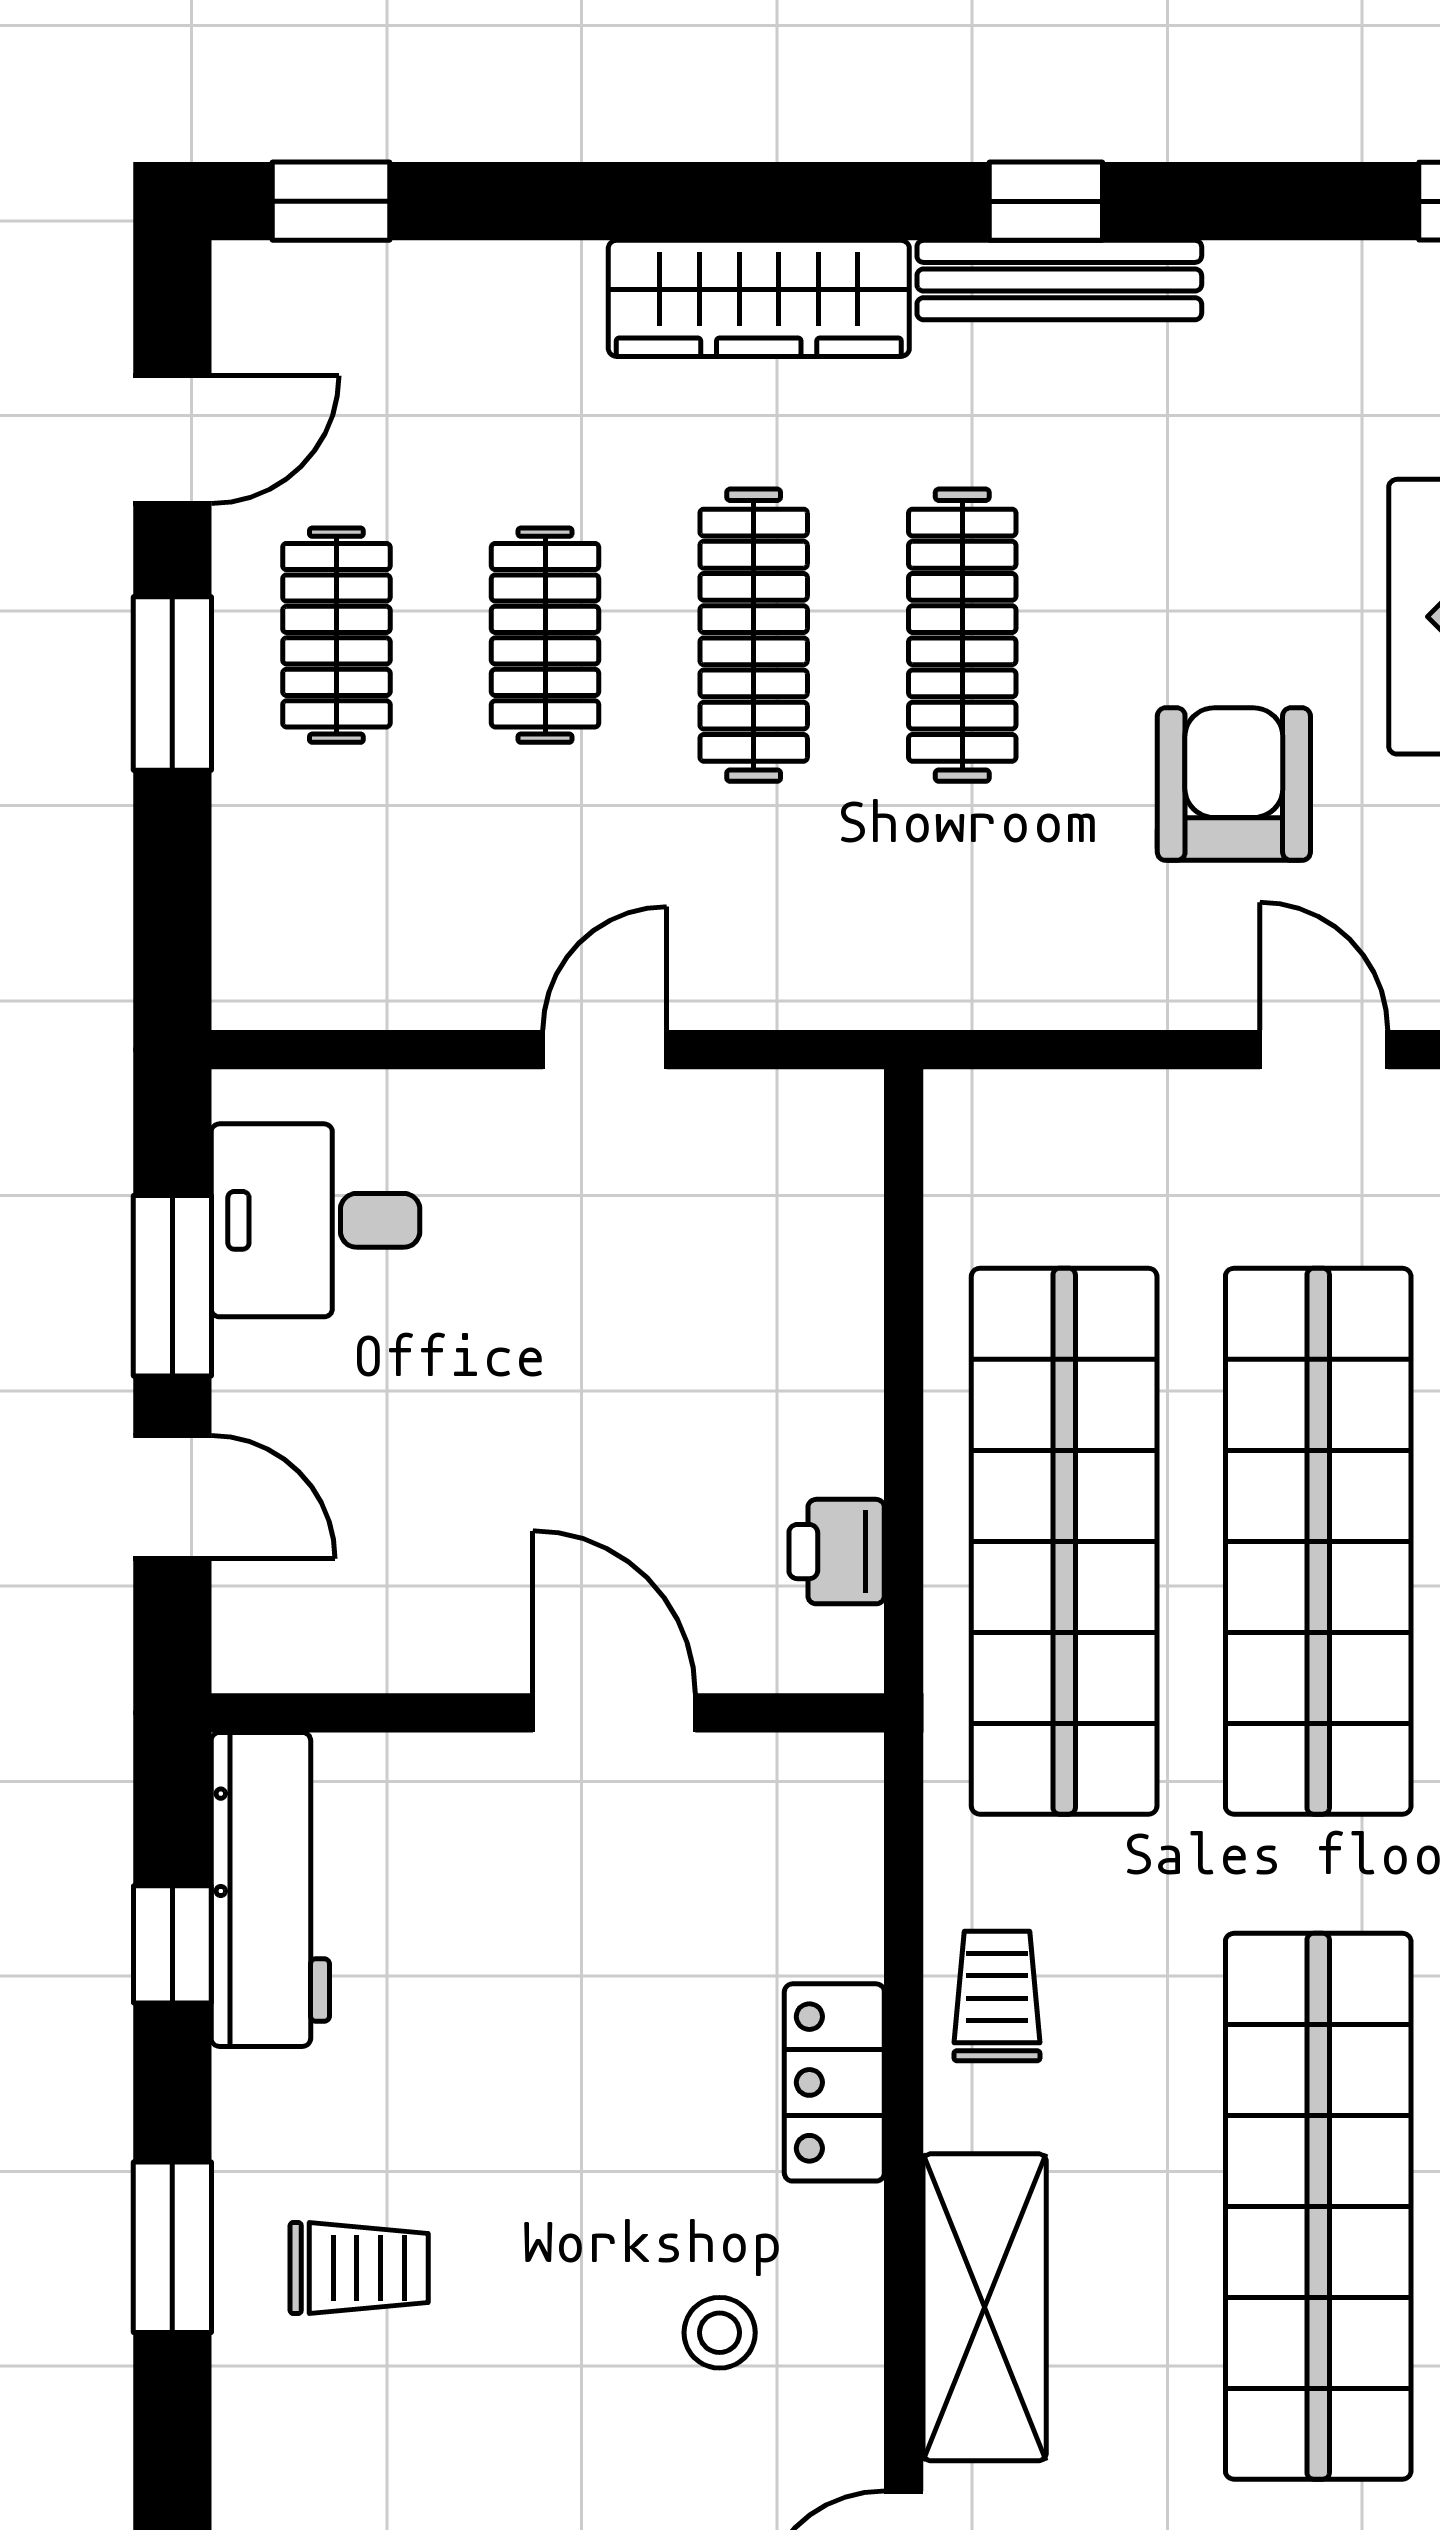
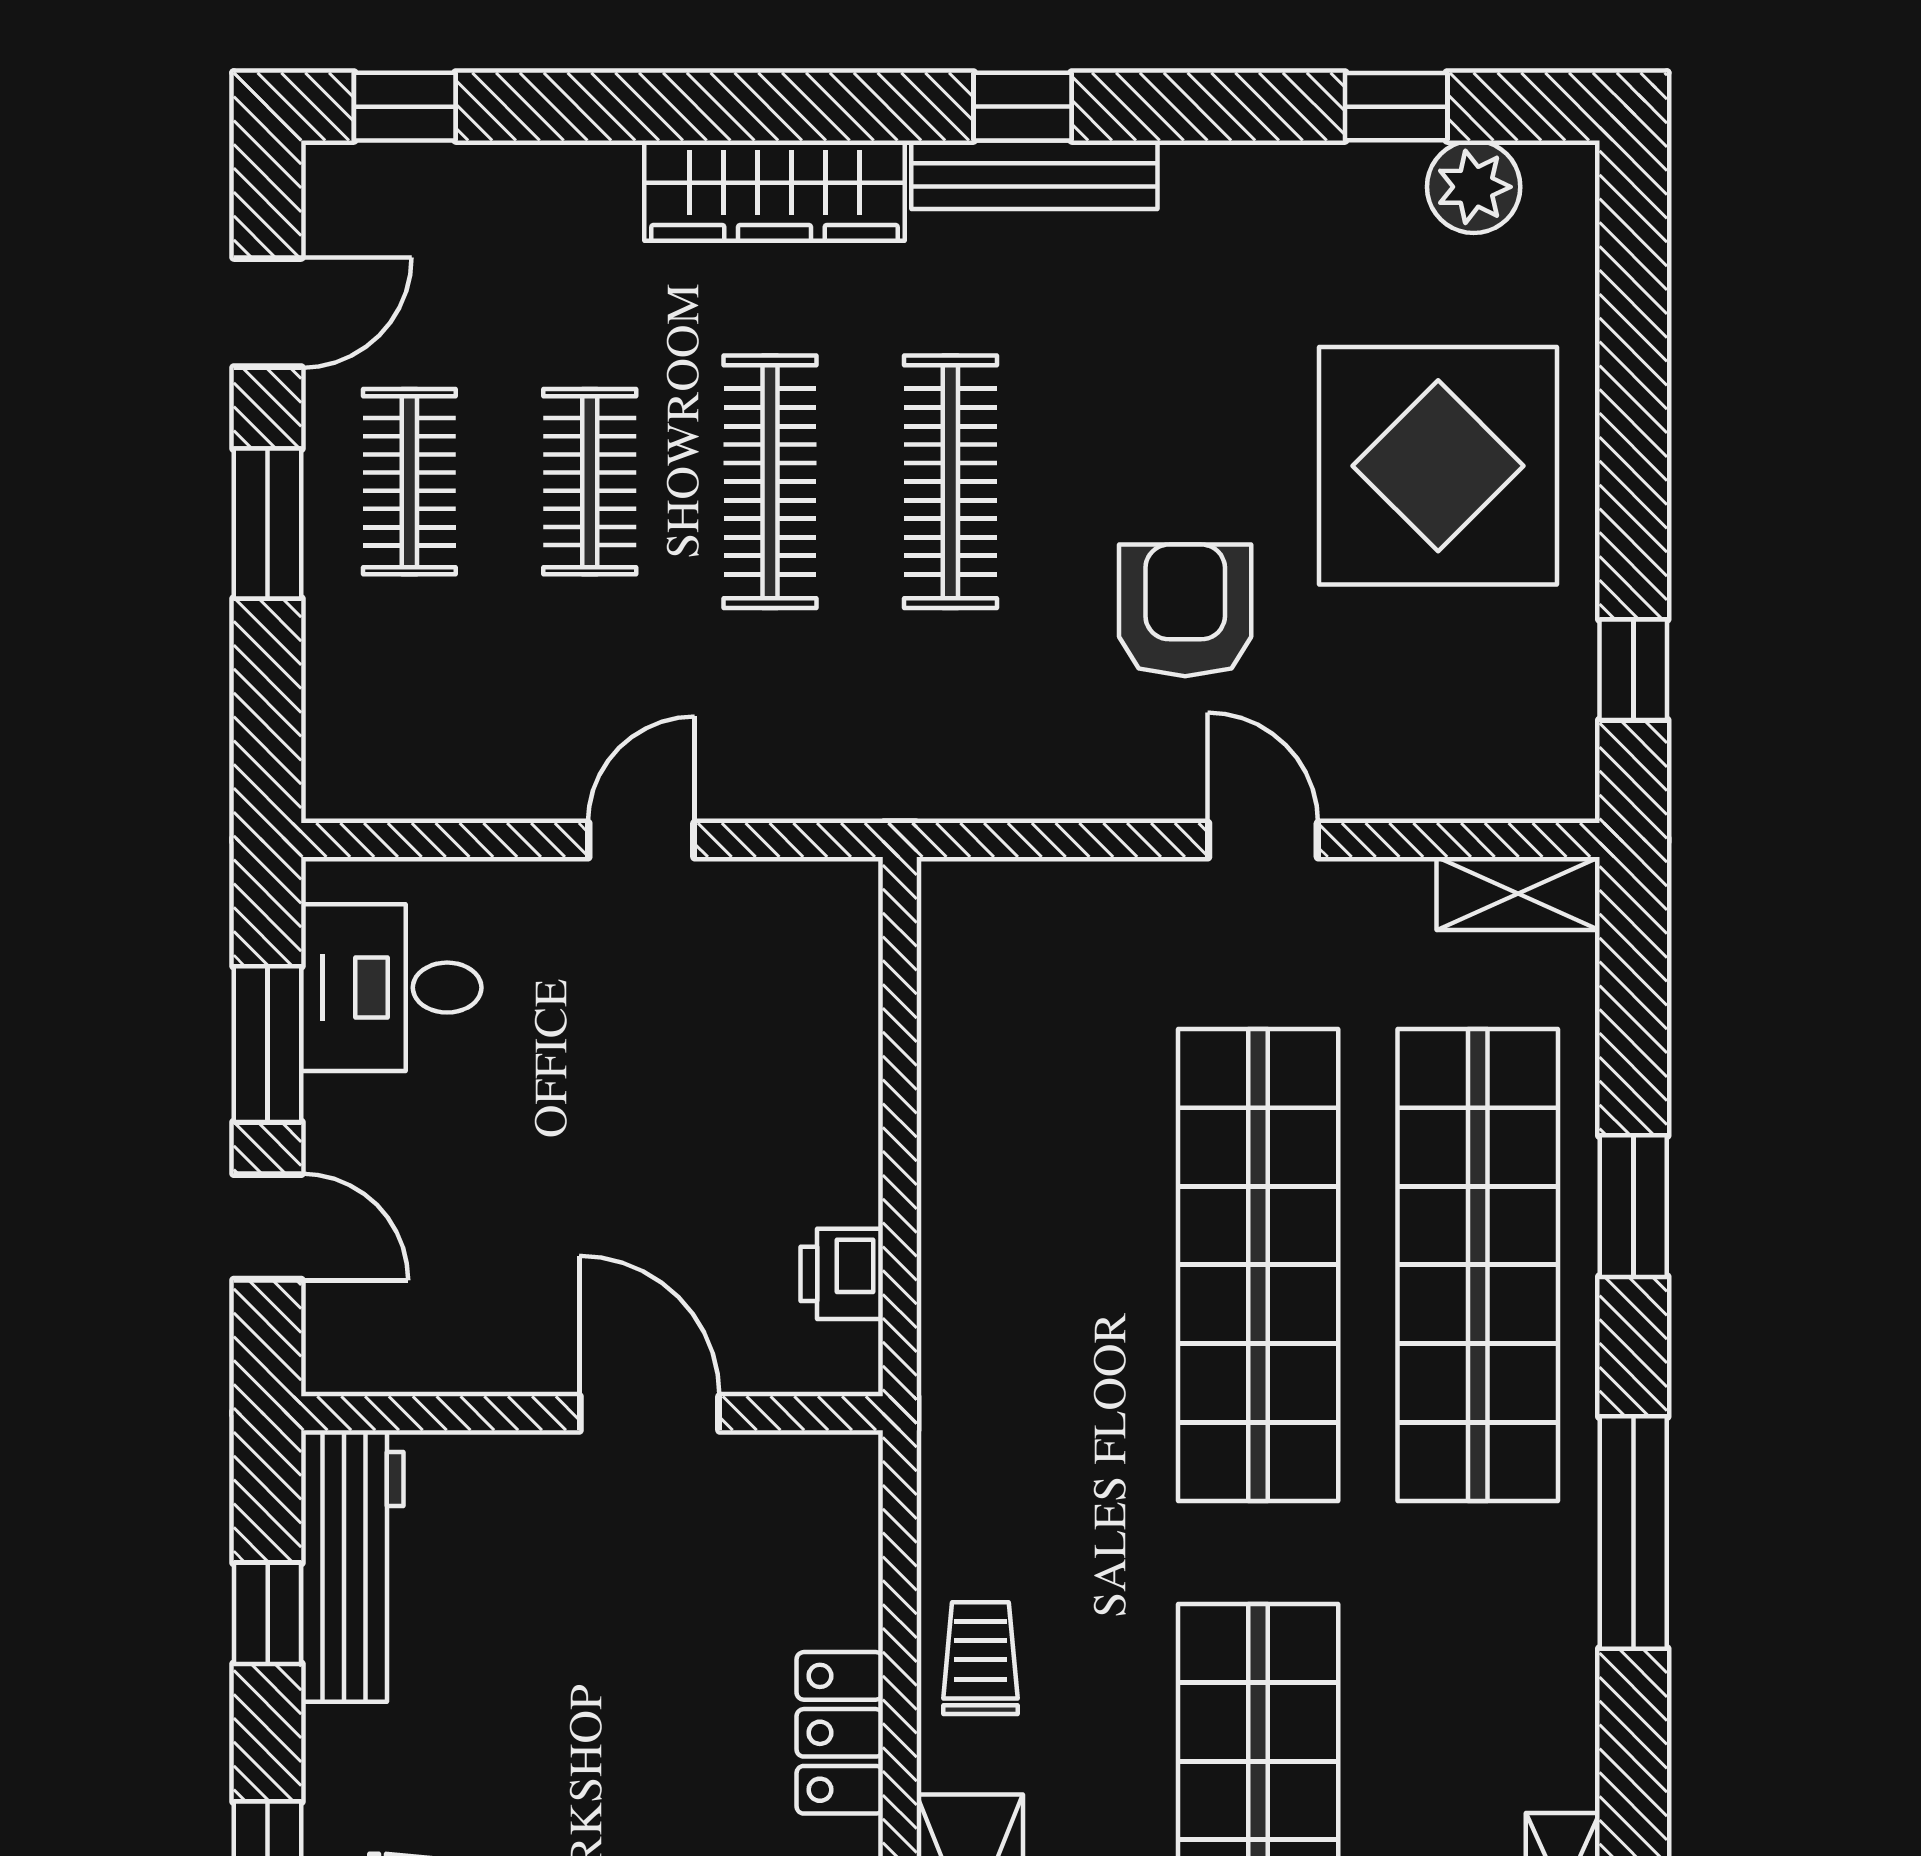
shop shelf: (1064, 1541) -> (1038, 1265), removed

